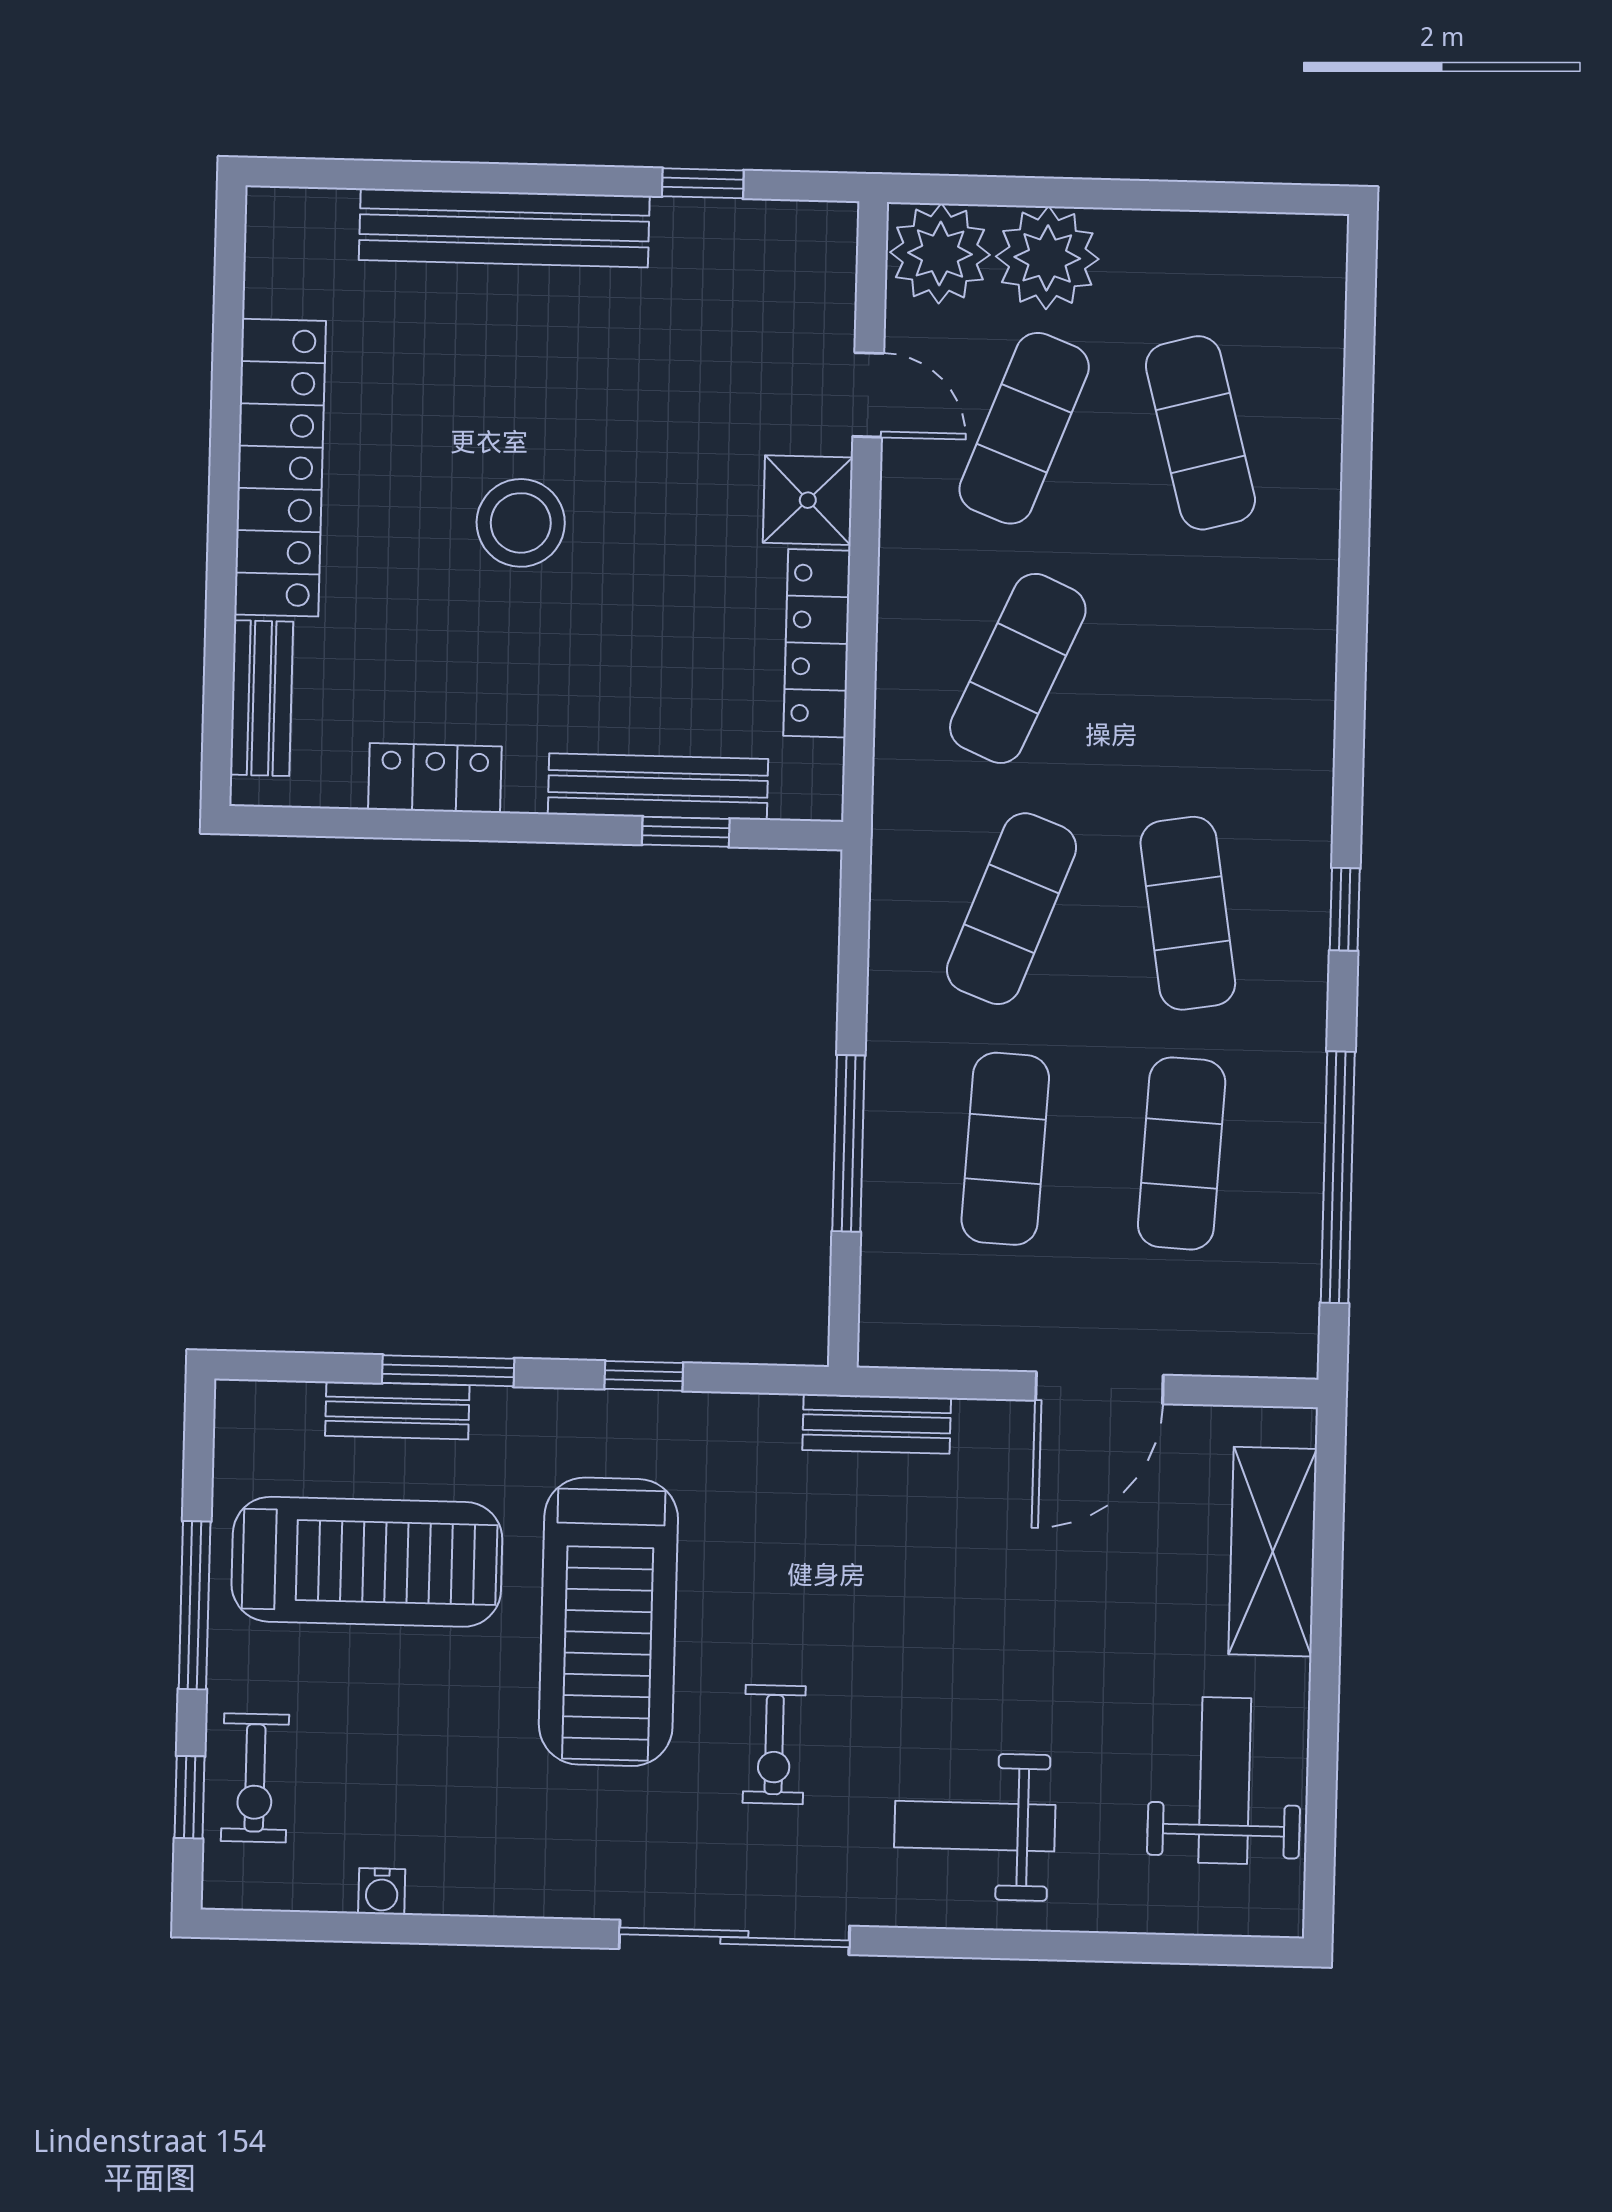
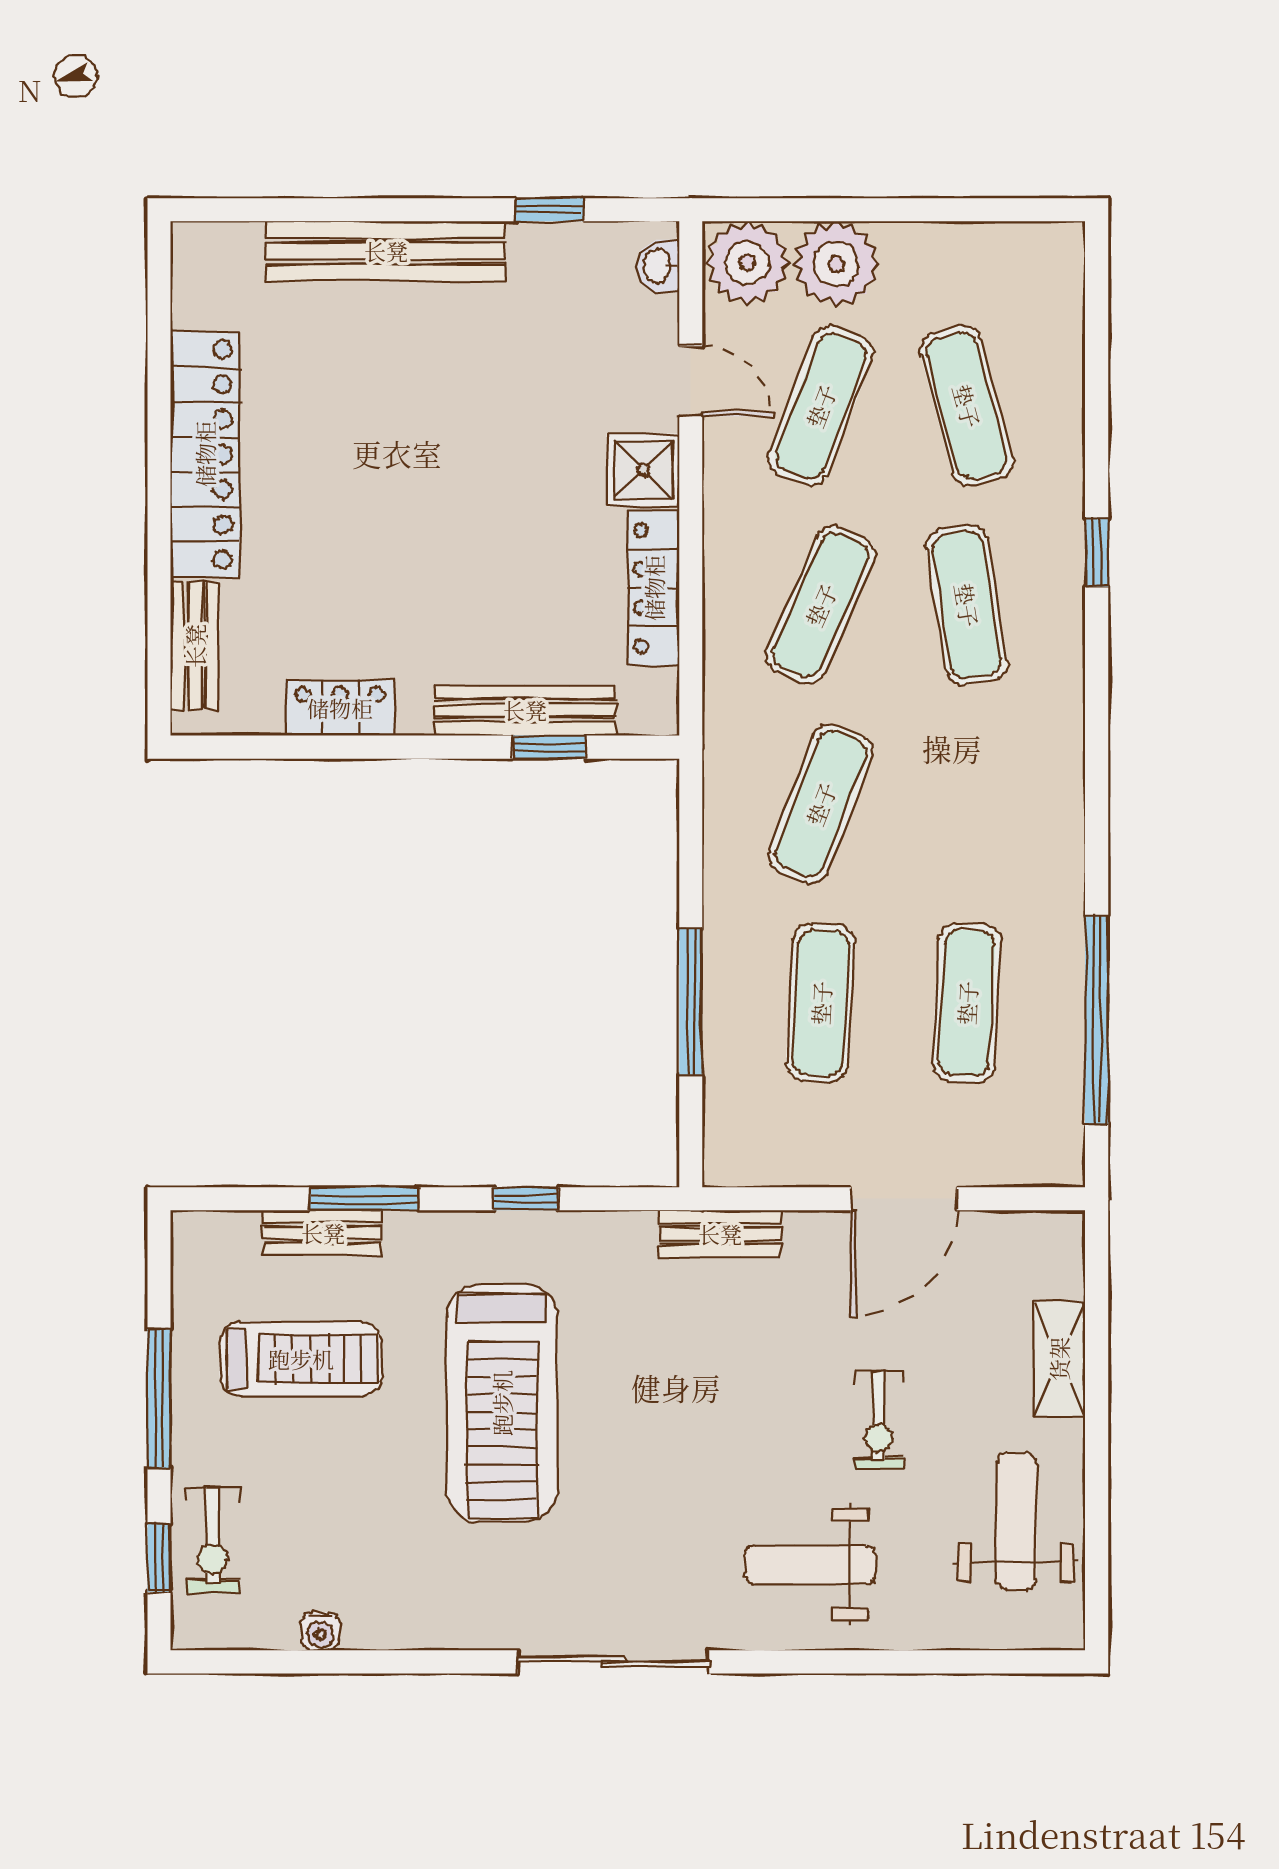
washbasin: (832, 255) -> (658, 266), added
stool: (521, 523) -> (406, 495), removed
window: (1345, 909) -> (1097, 552), moved
exercise mat: (1188, 913) -> (967, 605), moved
shelving: (1273, 1552) -> (1059, 1359), width x0.67, depth x0.75
treadmill: (367, 1562) -> (301, 1359), width x0.73, depth x0.73
exercise bike: (774, 1745) -> (879, 1420), moved

